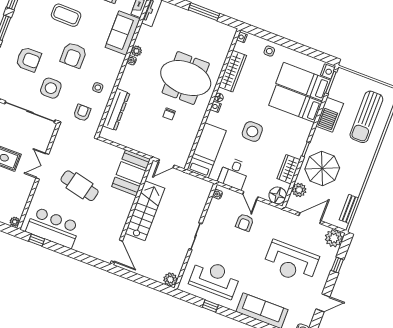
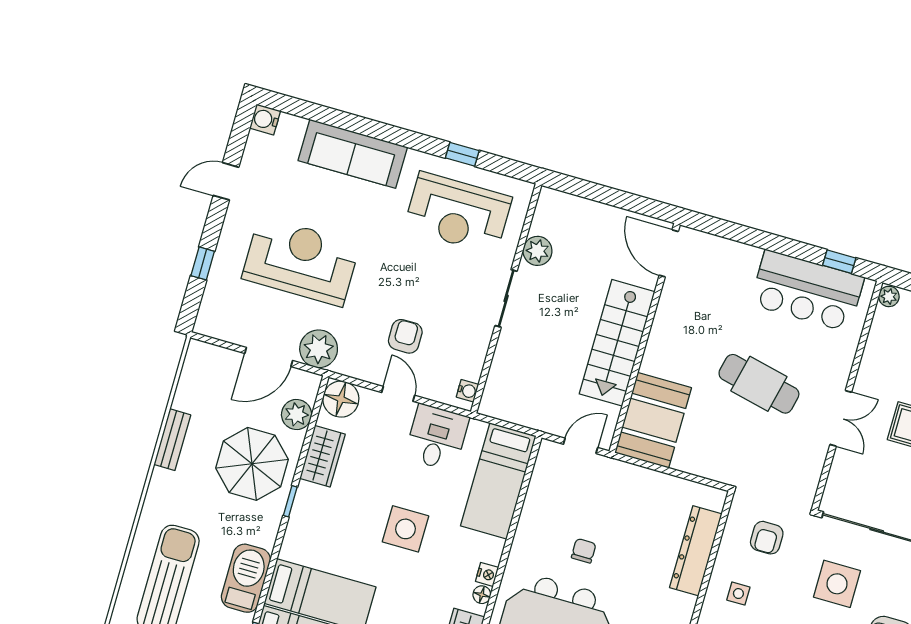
bench: (349, 209) -> (172, 440), moved
plant: (334, 238) -> (319, 349), moved
plant: (170, 279) -> (537, 251), moved

